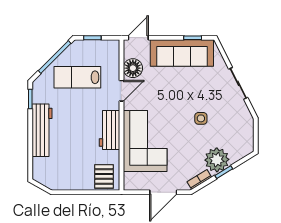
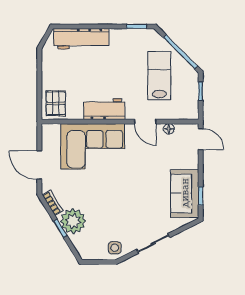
sofa: (182, 53) -> (185, 193), width x0.73
floor lamp: (133, 68) -> (169, 129), width x0.53, depth x0.53
side table: (201, 118) -> (115, 248), moved
workbench: (42, 130) -> (81, 39), moved
pallet: (104, 176) -> (56, 103), turned 90

